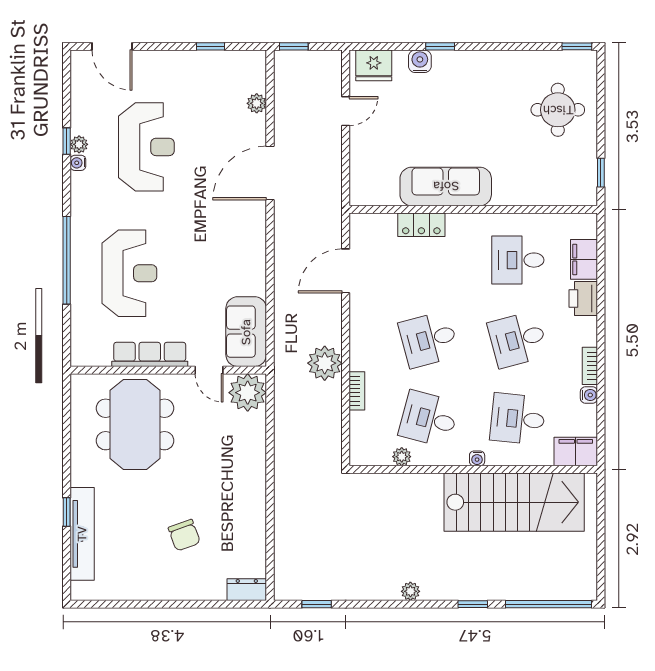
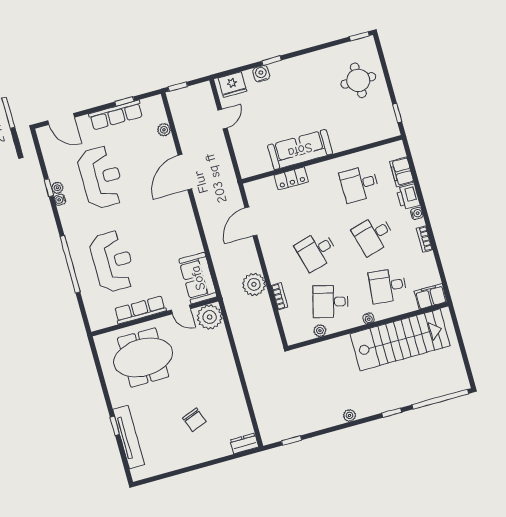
row of seats: (193, 63) -> (116, 115), added
water cooler: (589, 395) -> (417, 213), moved
meeting table: (135, 424) -> (143, 357), turned 90

